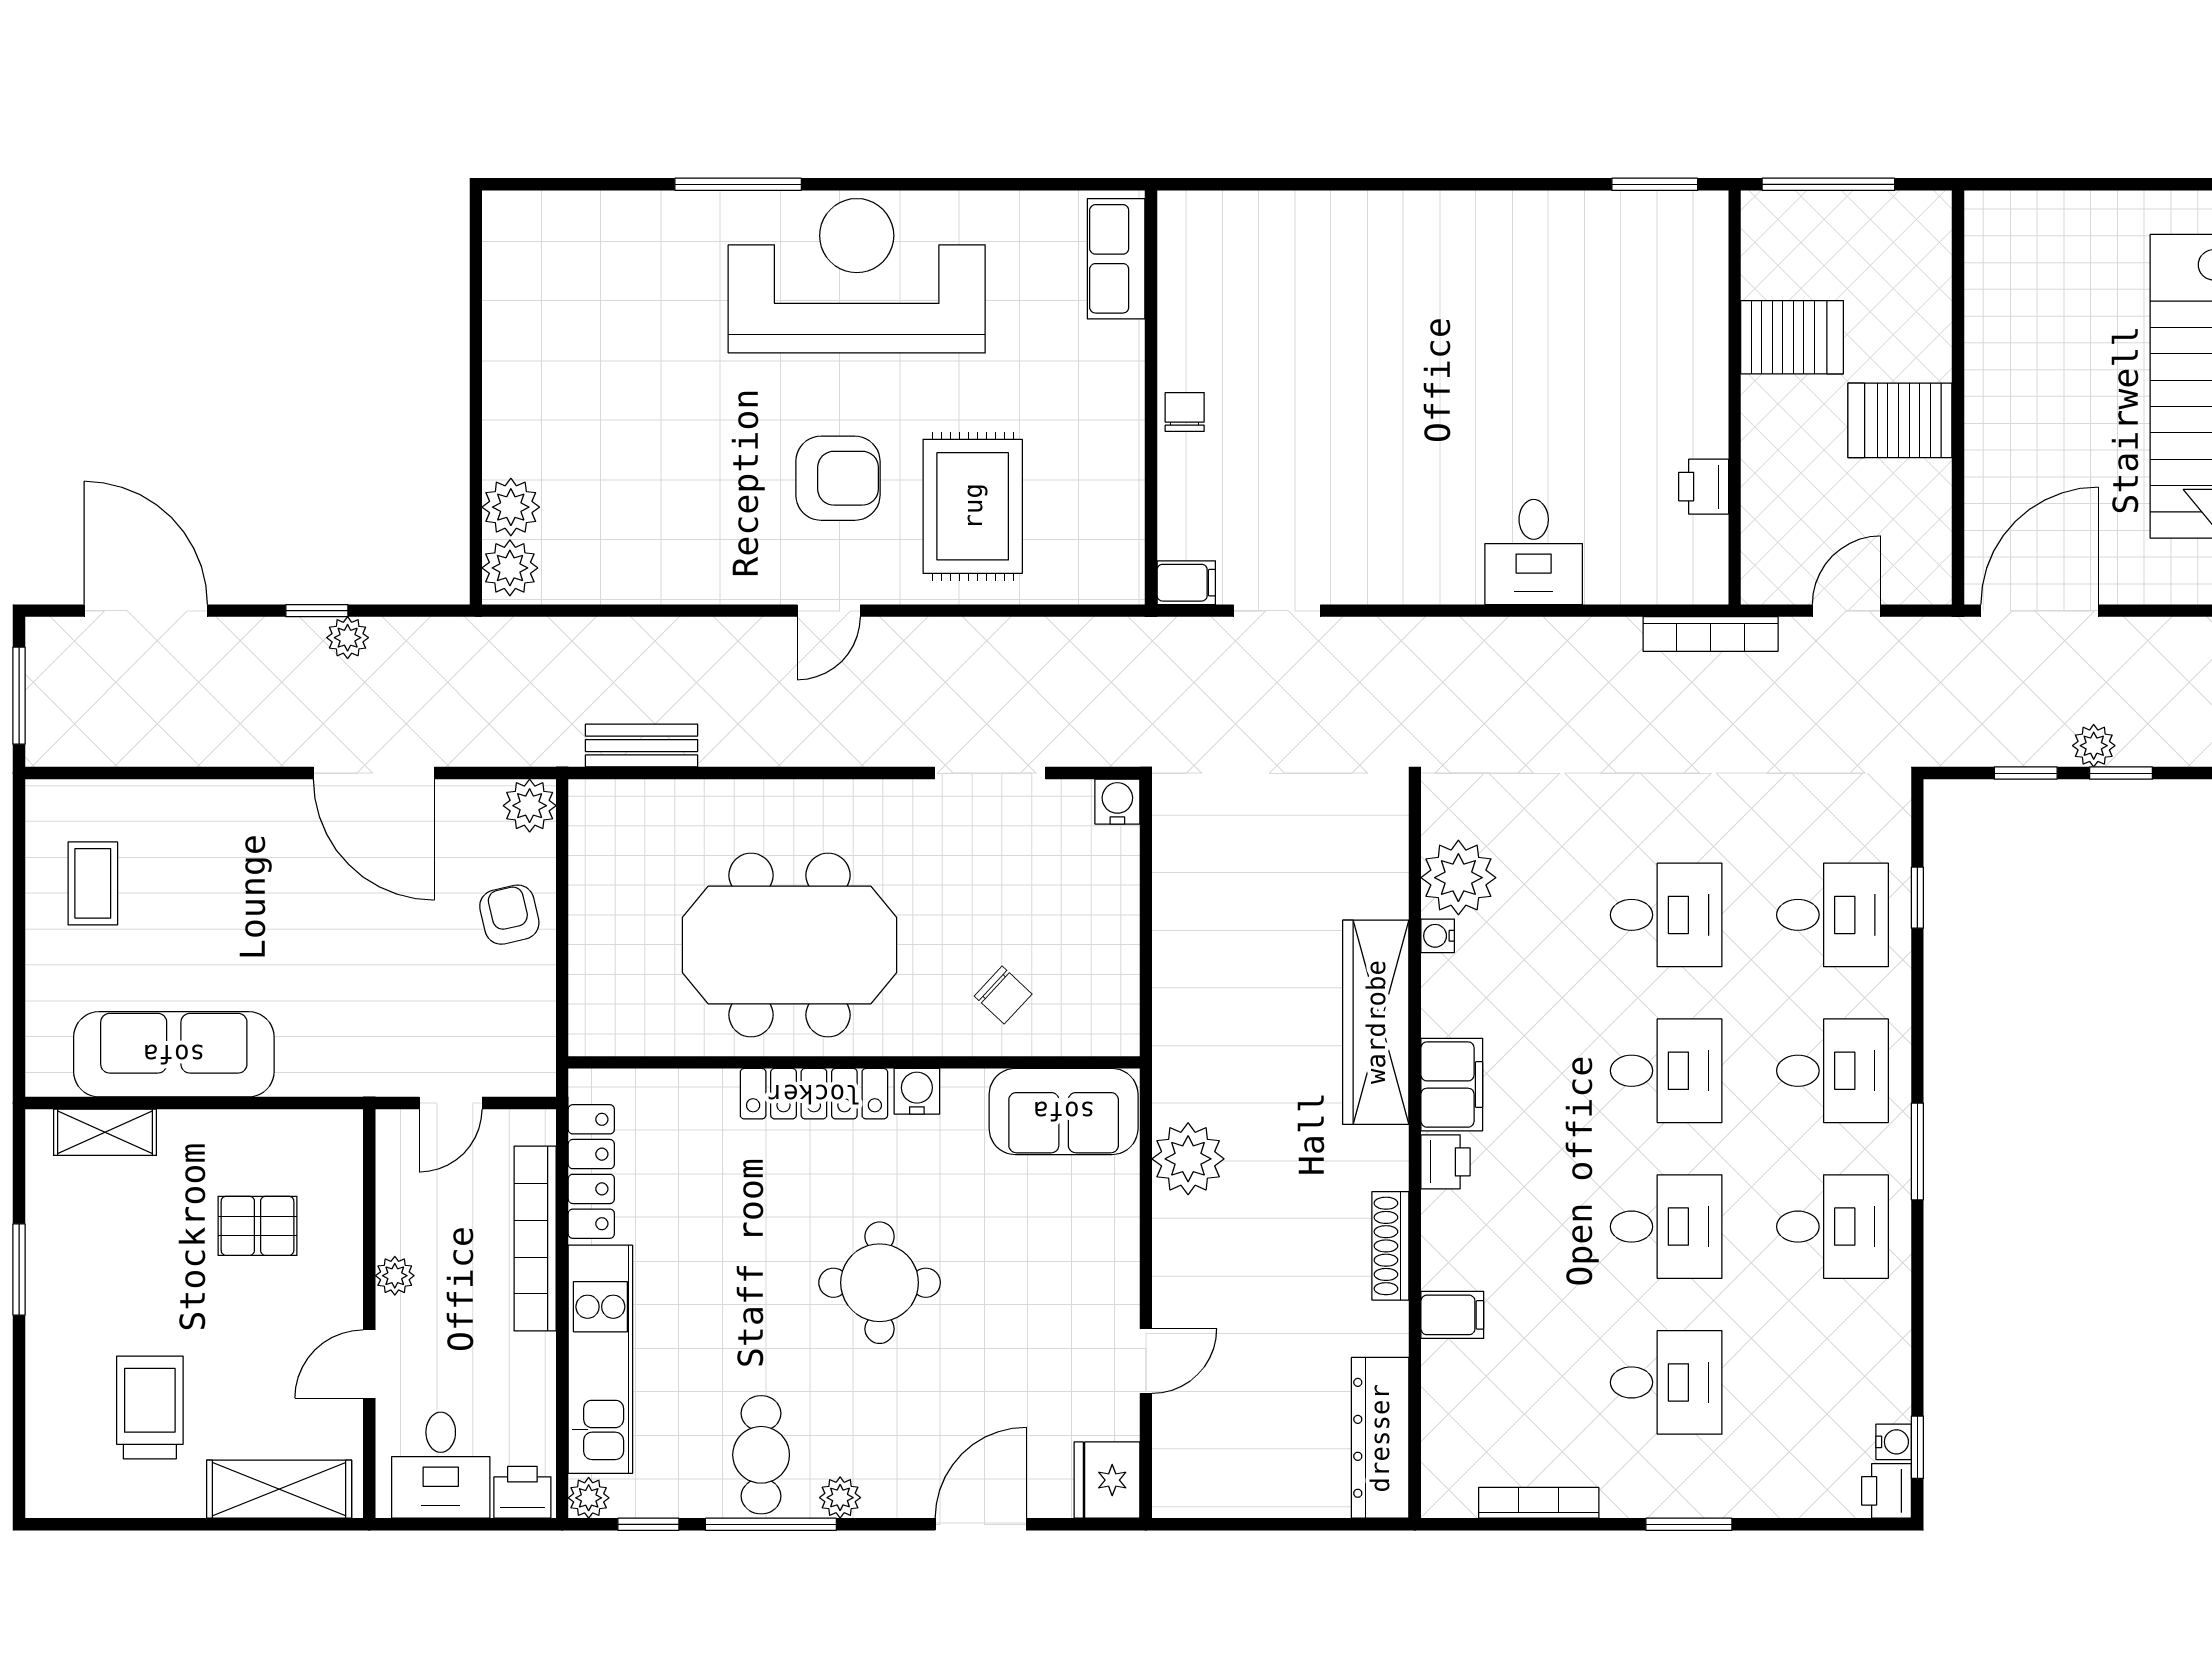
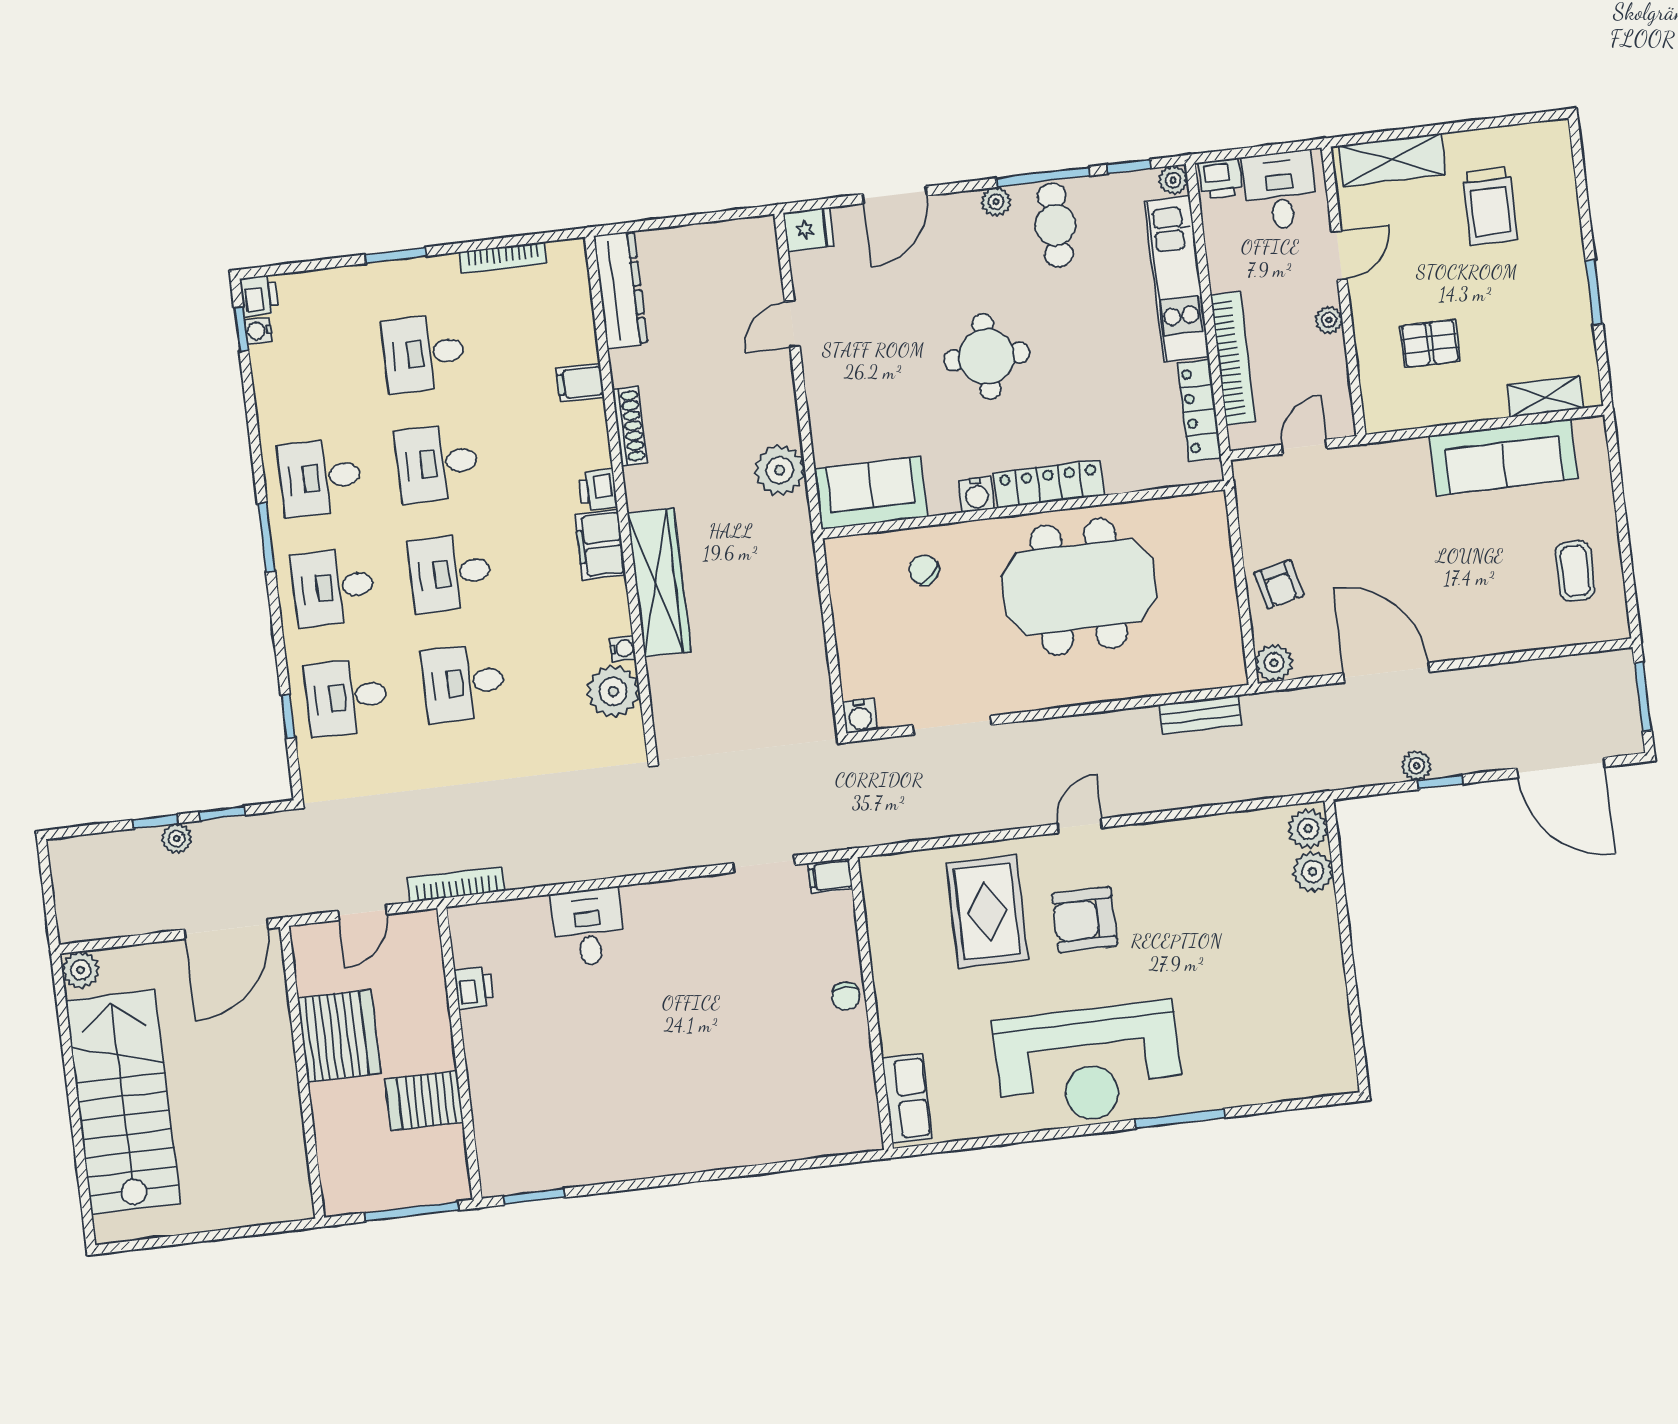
server rack: (1900, 420) -> (339, 1035), width x1.60
fridge: (1107, 1480) -> (809, 229), width x0.72

